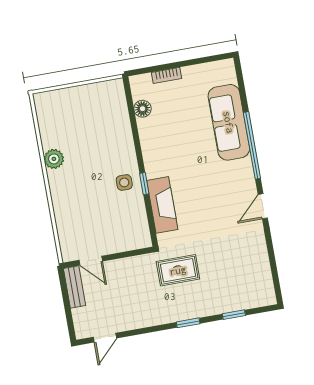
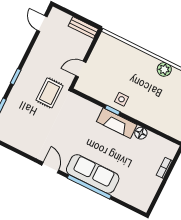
floor lamp: (143, 109) -> (141, 133), moved
sofa: (229, 122) -> (93, 174), moved
fireplace: (162, 205) -> (117, 123), moved
door: (91, 261) -> (81, 69), moved

